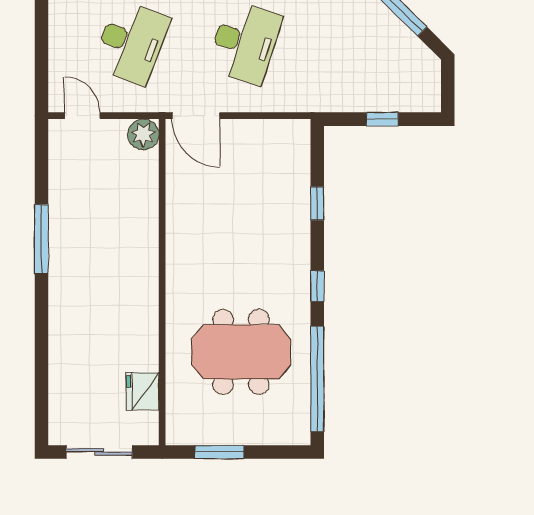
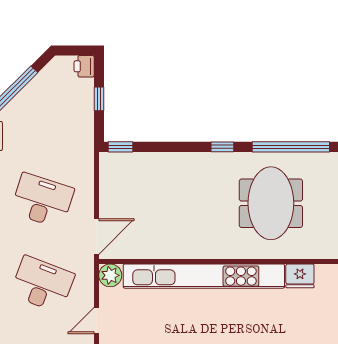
printer: (426, 99) -> (84, 66), added
window: (317, 204) -> (121, 147), moved
kitchen unit: (142, 261) -> (204, 276), added

